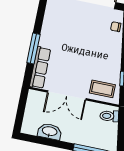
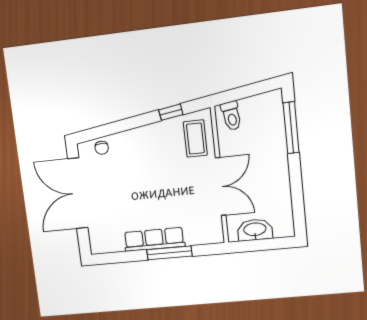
row of seats: (40, 68) -> (154, 239), moved
washbasin: (50, 132) -> (255, 230), moved, turned 90

